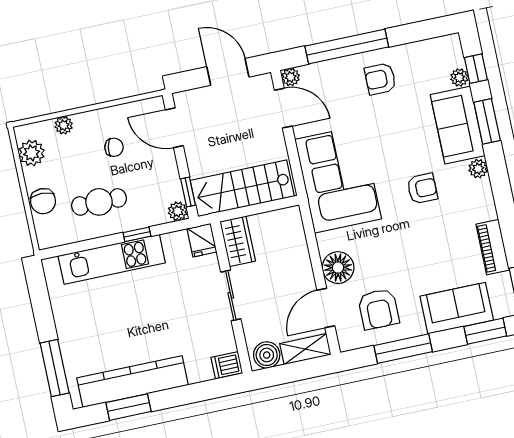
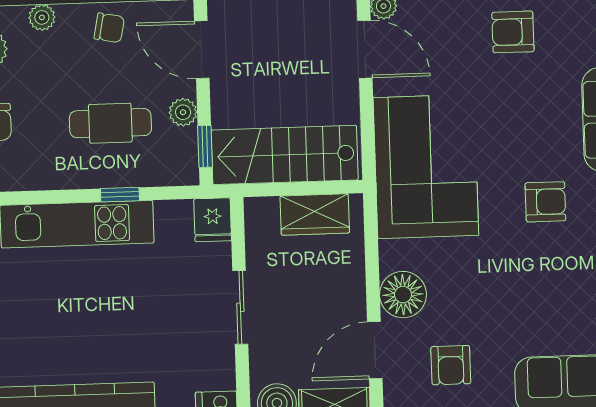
chair: (114, 147) -> (109, 28), moved
cafe table: (99, 202) -> (110, 123), moved
plant: (178, 211) -> (183, 112), moved
wardrobe: (238, 241) -> (315, 214), moved, turned 90
armchair: (378, 309) -> (451, 365), width x0.72, depth x0.72

